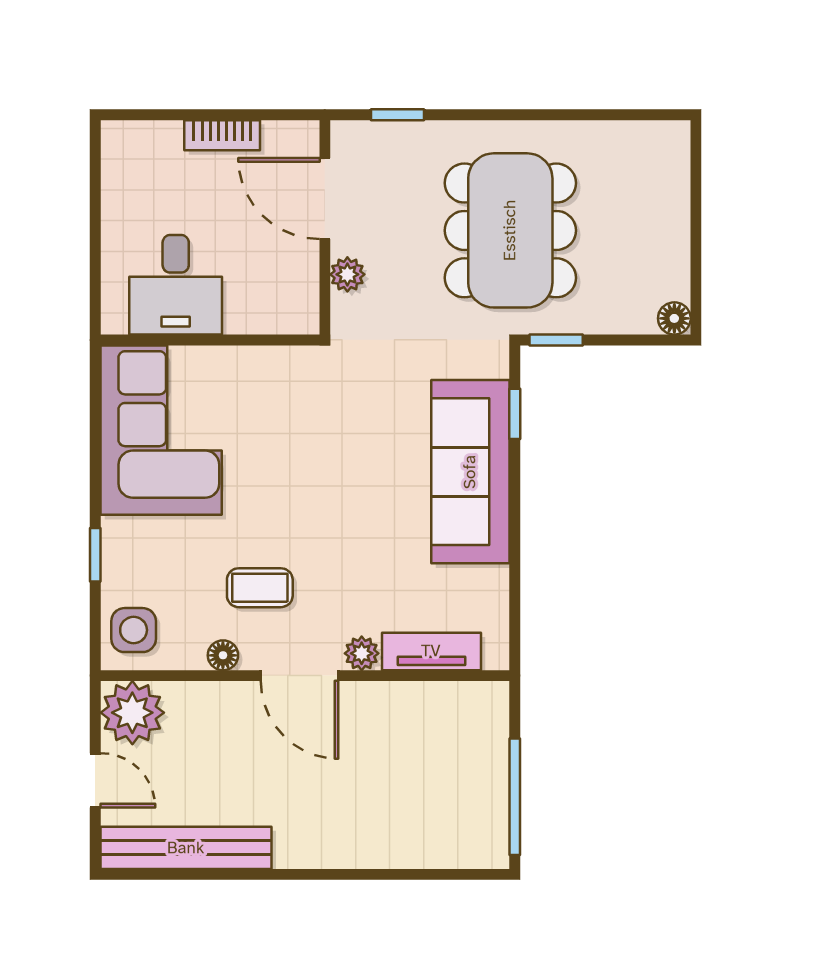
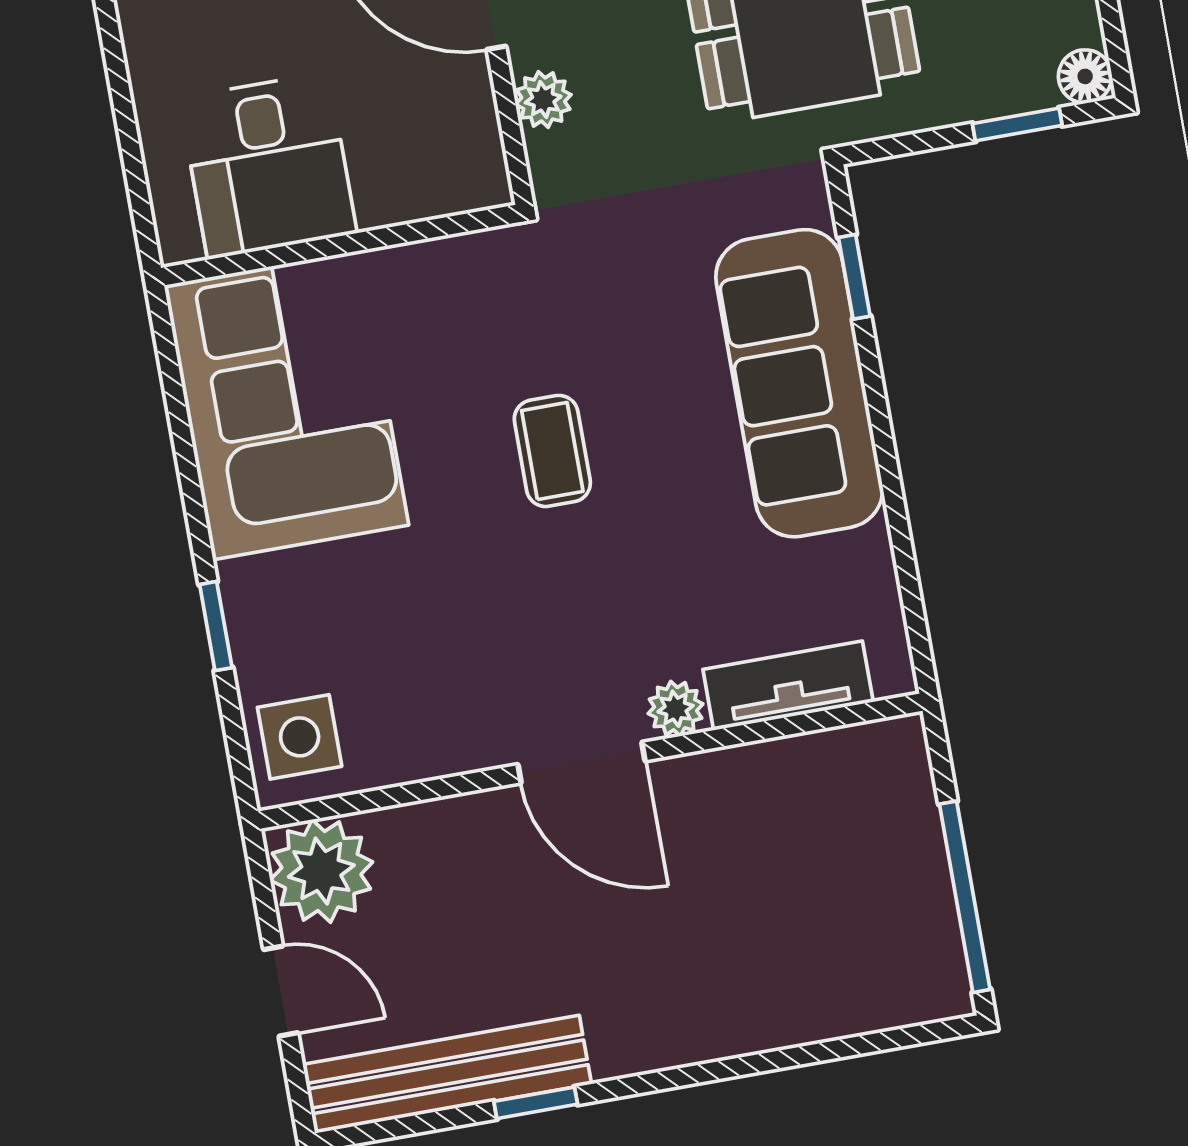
window: (556, 340) -> (1017, 124), moved
coffee table: (260, 588) -> (552, 451), moved, turned 90
floor lamp: (223, 655) -> (452, 752), removed
window: (236, 874) -> (536, 1103), added

